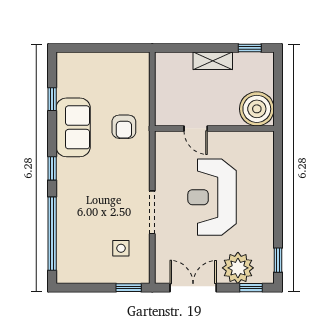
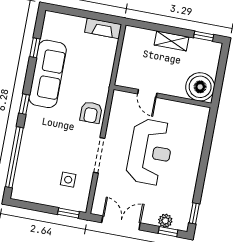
fireplace: (129, 61) -> (103, 28), added
sofa: (73, 127) -> (48, 74), width x1.36
armchair: (124, 127) -> (91, 112), moved
reception desk: (212, 197) -> (150, 152), turned 180
plant: (238, 268) -> (165, 221), width x0.53, depth x0.53

